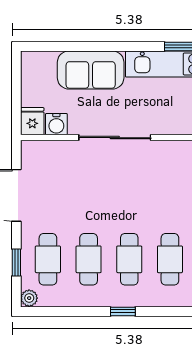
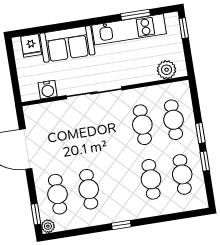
fridge: (32, 121) -> (31, 45), moved, turned 180
cafe table: (129, 259) -> (142, 125), moved
window: (16, 263) -> (36, 214), moved

